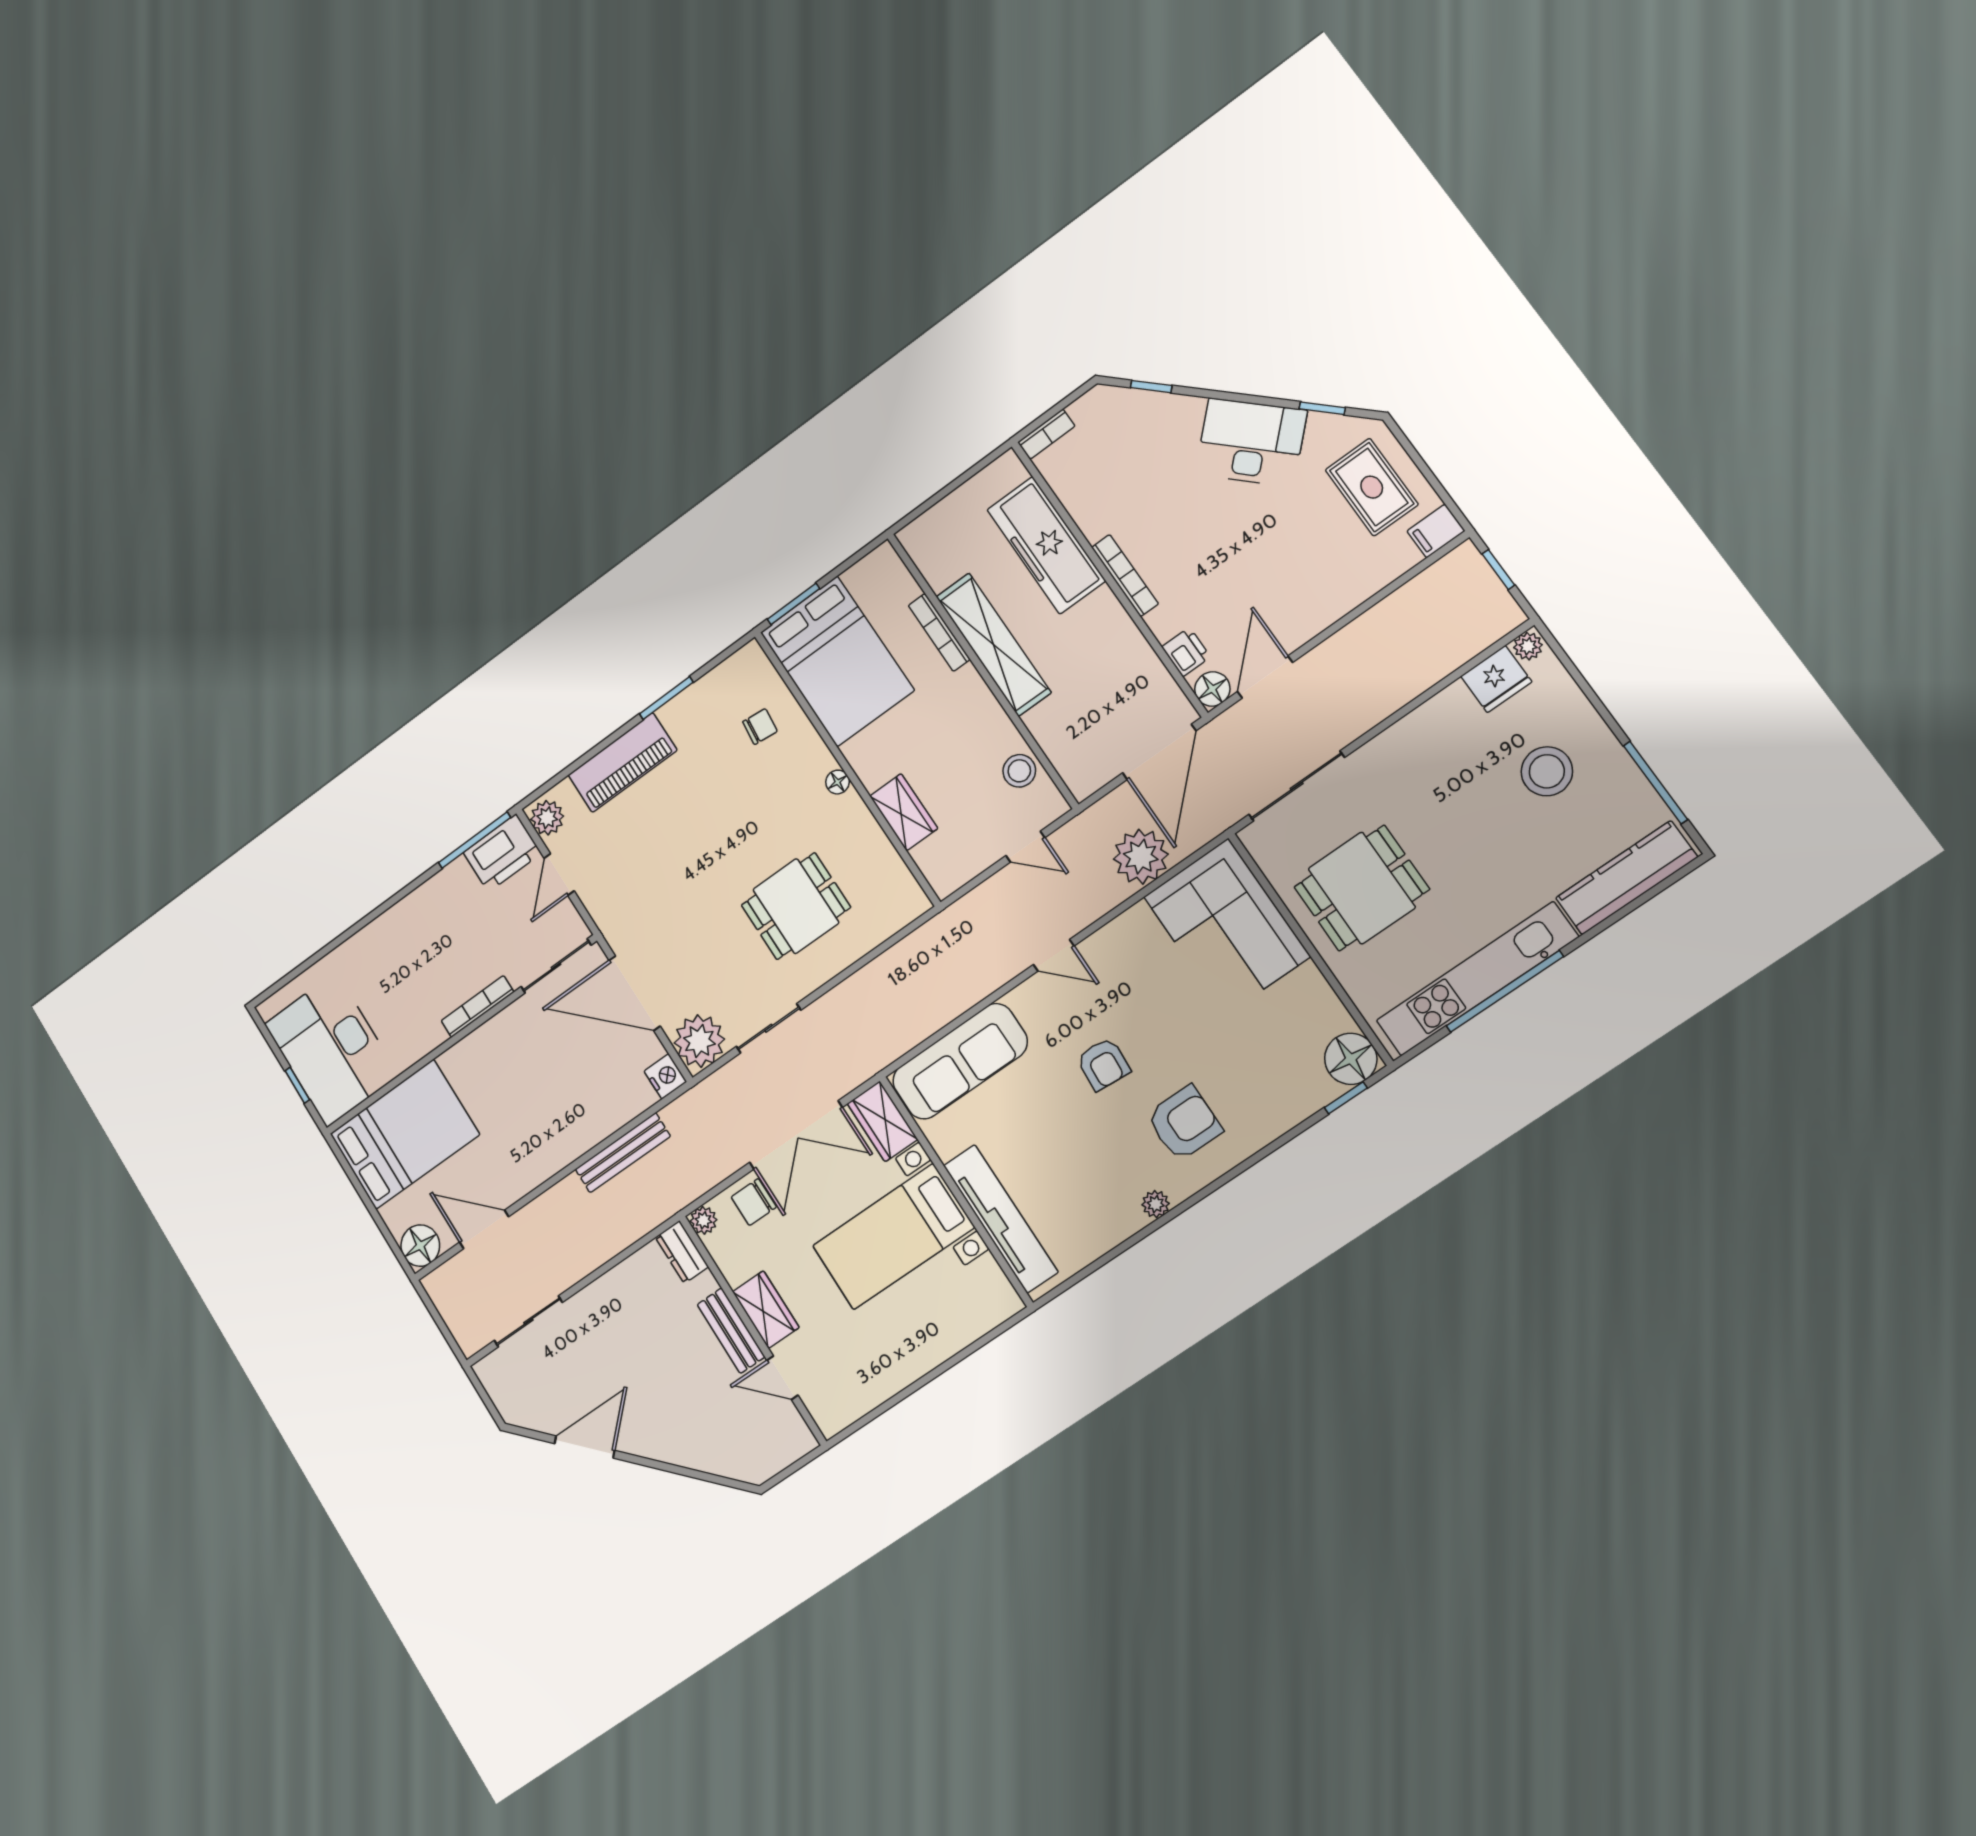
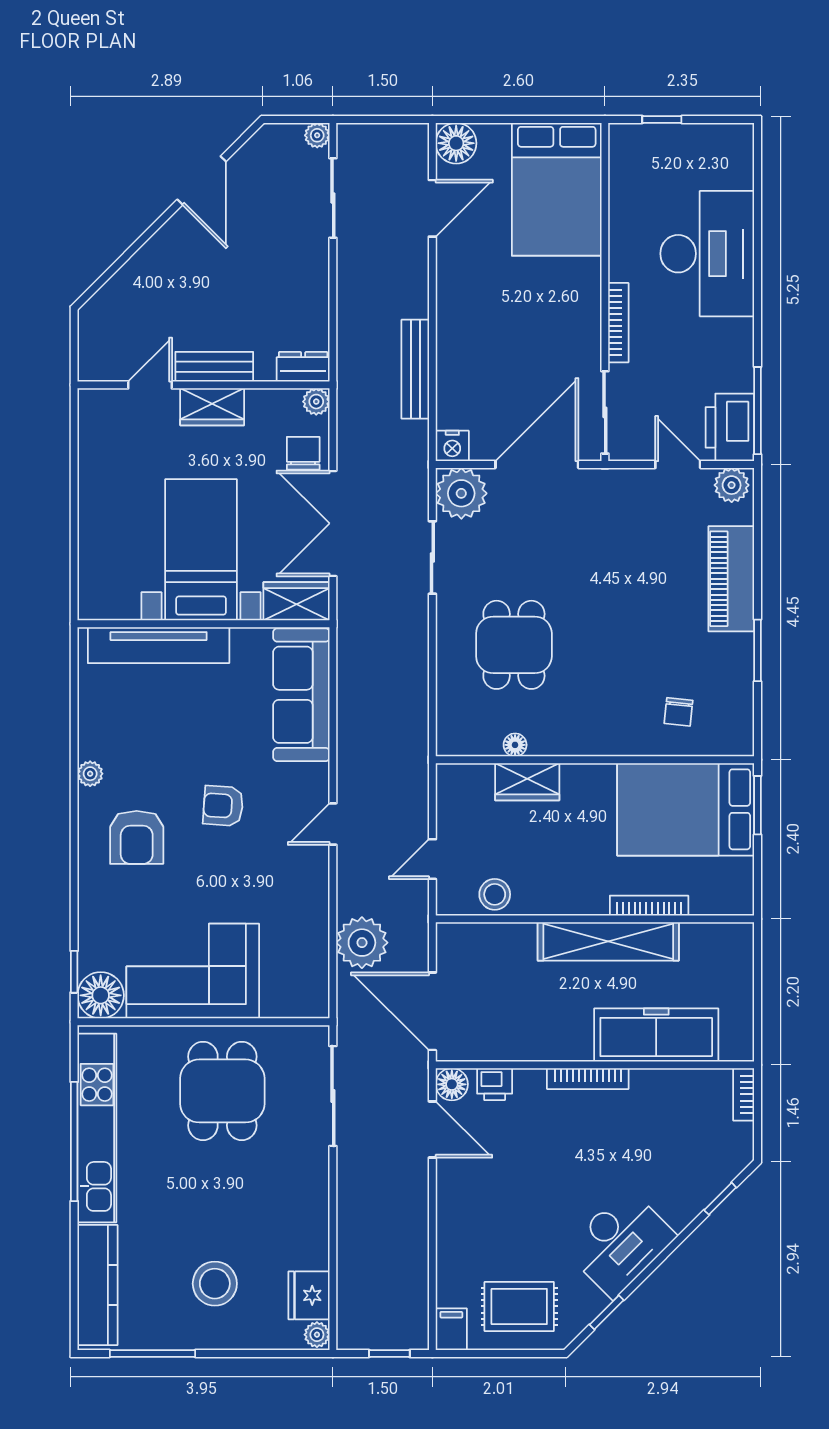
floor lamp: (838, 782) -> (515, 745), moved
corner sofa: (1227, 927) -> (193, 971), moved
desk: (331, 1050) -> (707, 254), moved, turned 90
plant: (486, 1370) -> (317, 135), added

